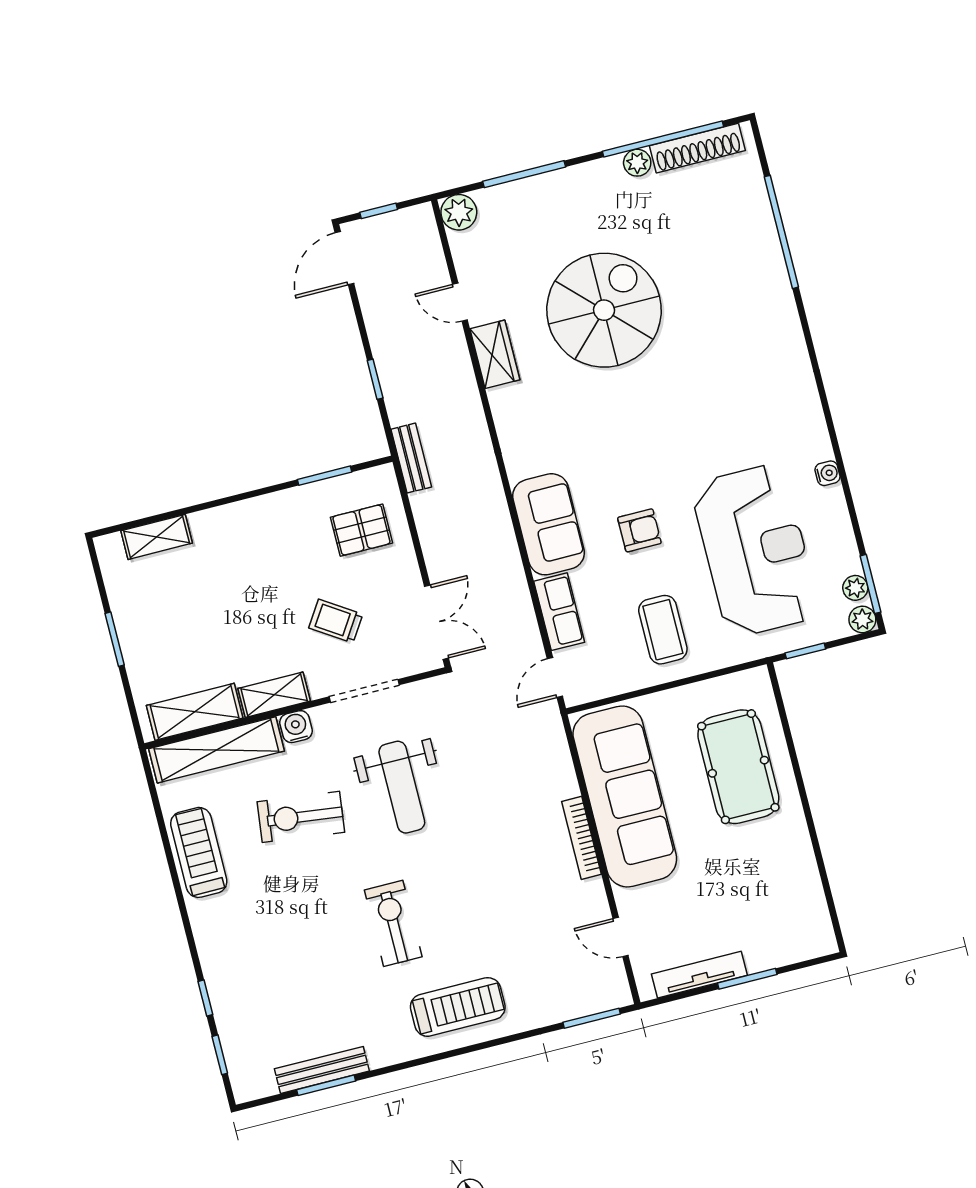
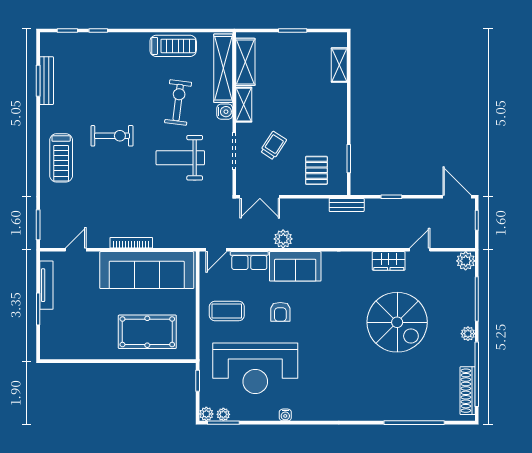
plant: (637, 163) -> (468, 334), moved
plant: (504, 559) -> (283, 239), added
door: (555, 677) -> (216, 250), swing flipped

